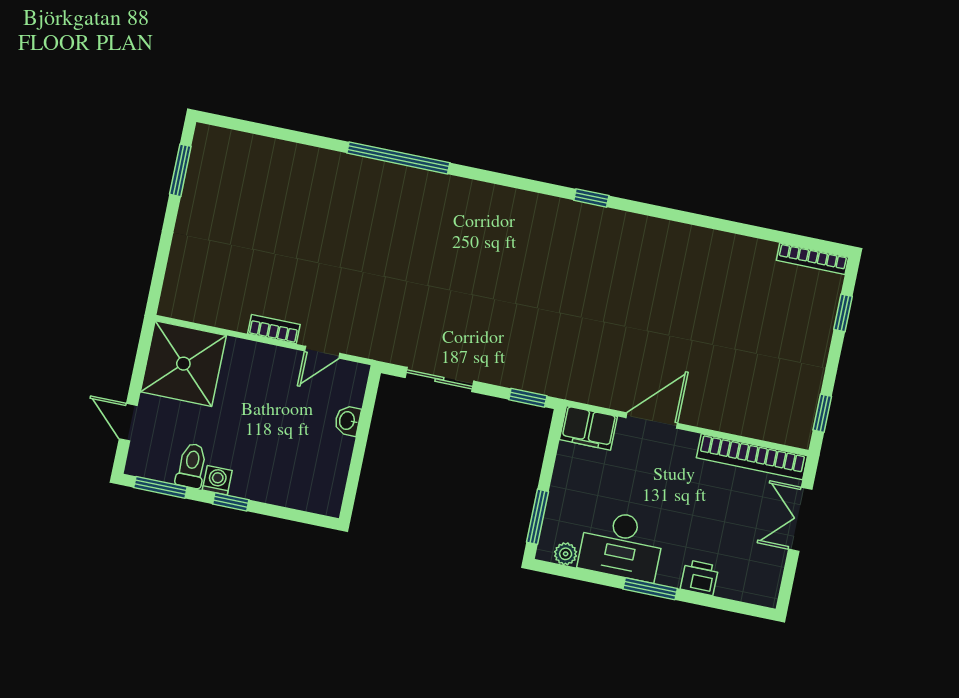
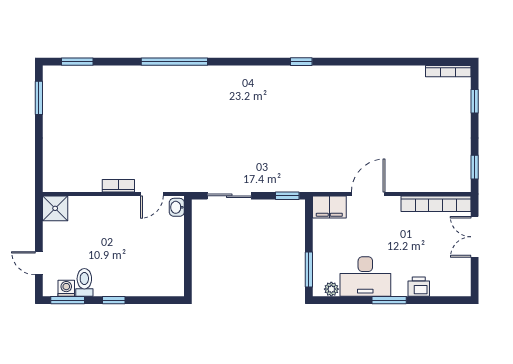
window: (250, 127) -> (77, 62), added
shower: (183, 364) -> (55, 208), width x0.54, depth x0.54
washbasin: (348, 421) -> (177, 207), moved
washing machine: (217, 480) -> (66, 288), moved

